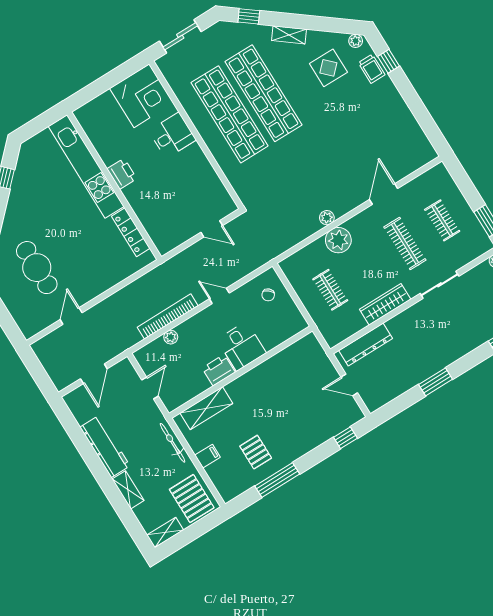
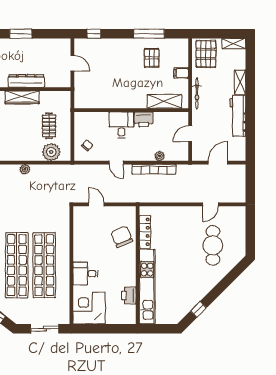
printer: (122, 174) -> (129, 295), moved
chair: (156, 208) -> (122, 237), added
plant: (338, 240) -> (51, 152), moved
dresser: (366, 345) -> (26, 81), moved

